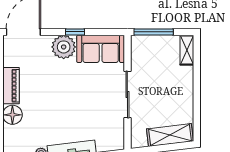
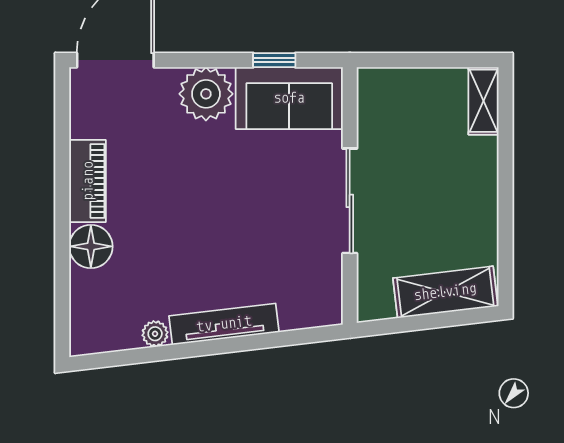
window: (75, 32) -> (274, 60), moved
window: (154, 32) -> (408, 60), removed

